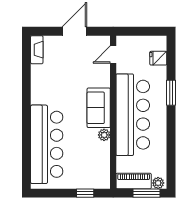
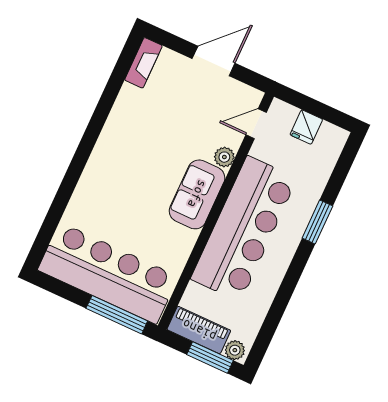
fridge: (158, 58) -> (306, 127), moved, turned -90
plant: (104, 135) -> (224, 157), moved
bar counter: (47, 144) -> (108, 273), moved, turned -90
window: (85, 193) -> (117, 315), width x2.17

